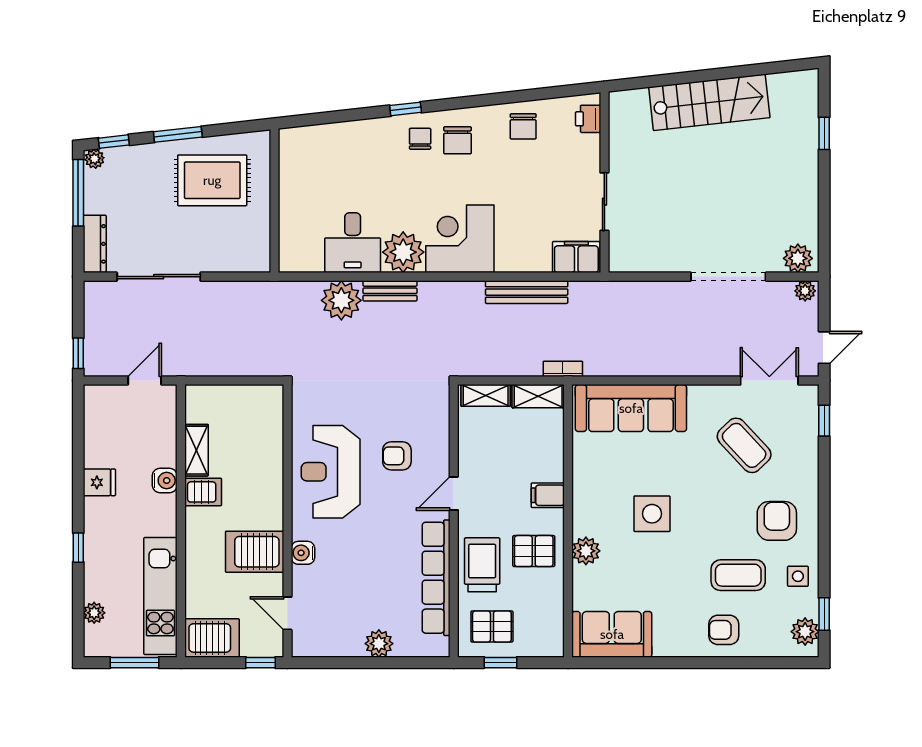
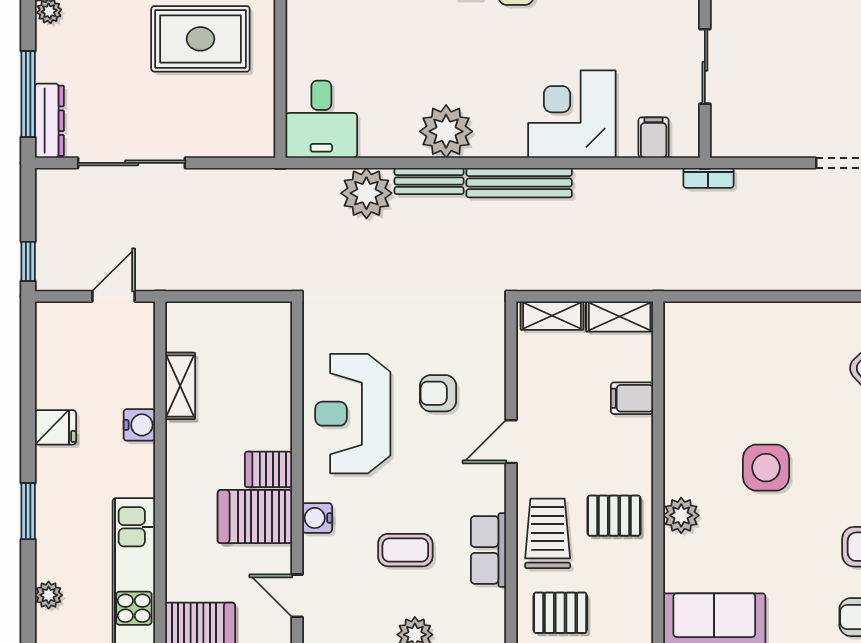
window: (78, 193) -> (28, 94), moved
corner desk: (460, 239) -> (572, 114), moved
desk: (353, 243) -> (321, 119), moved
filing cabinet: (576, 257) -> (654, 138), width x0.50
bench: (527, 292) -> (519, 183), moved
bookcase: (563, 369) -> (708, 178), moved, turned 180
sofa: (631, 408) -> (739, 332), removed
server rack: (203, 492) -> (269, 469), moved, turned 180
filing cabinet: (548, 495) -> (632, 398), moved
window: (78, 548) -> (28, 511), width x1.50
coffee table: (371, 578) -> (405, 550), added
row of seats: (436, 578) -> (488, 550), width x0.50

